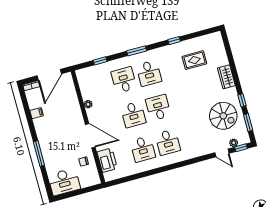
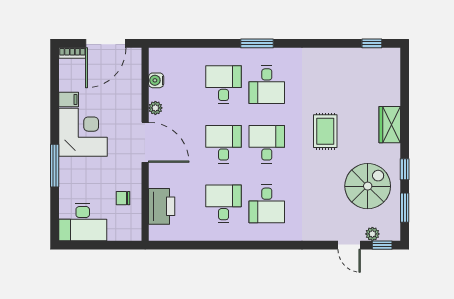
window: (174, 41) -> (372, 43), moved
rug: (194, 60) -> (325, 131), moved, turned 90
window: (100, 61) -> (194, 43), removed
water cooler: (84, 88) -> (156, 80), added
desk: (133, 114) -> (224, 144), turned 180
spiral stairs: (223, 116) -> (368, 186), turned -90
corner desk: (50, 130) -> (83, 132), added
door: (90, 136) -> (145, 142), moved
desk: (143, 149) -> (224, 204), turned 180

